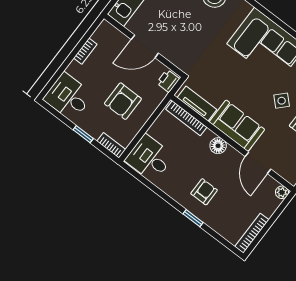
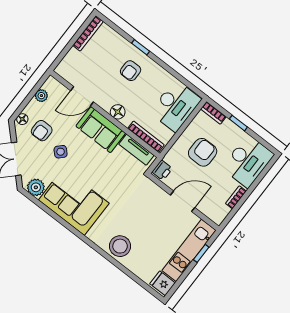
desk: (68, 97) -> (248, 161), width x1.37
desk: (149, 158) -> (176, 106), width x1.37
door: (258, 163) -> (82, 96), swing flipped
plant: (282, 192) -> (61, 70), removed

